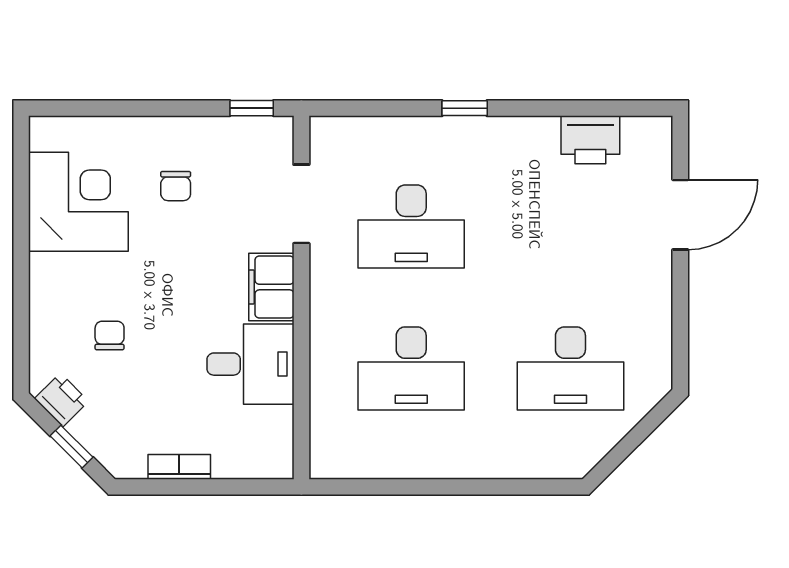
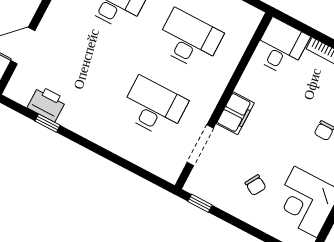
window: (465, 108) -> (47, 123), moved
chair: (176, 186) -> (256, 185), turned 121
desk: (250, 364) -> (281, 47), moved, turned 90

